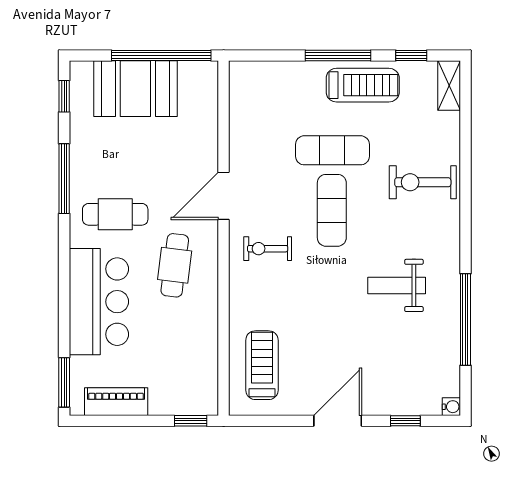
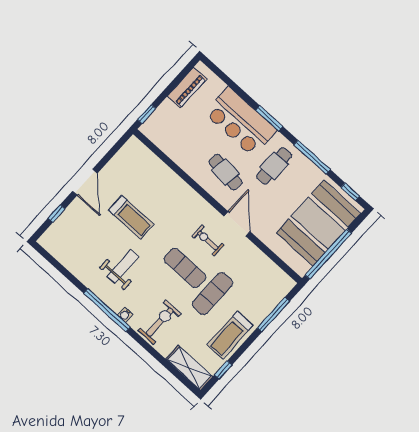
window: (338, 56) -> (273, 315), moved
shelving: (449, 86) -> (189, 368), width x1.50, depth x1.33
booth: (135, 89) -> (318, 223), width x1.36, depth x1.42
exercise bike: (268, 249) -> (208, 240), moved, turned -90
window: (465, 320) -> (107, 310), moved
treadmill: (262, 365) -> (131, 217), moved
window: (64, 382) -> (269, 118), moved
water cooler: (451, 407) -> (125, 315), moved

